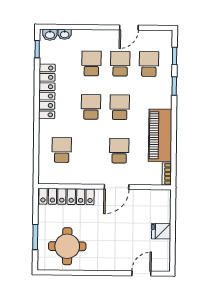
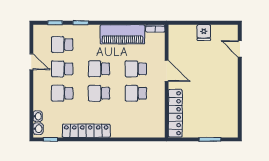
school desk: (62, 150) -> (136, 93), moved
round table: (67, 246) -> (217, 112), removed

